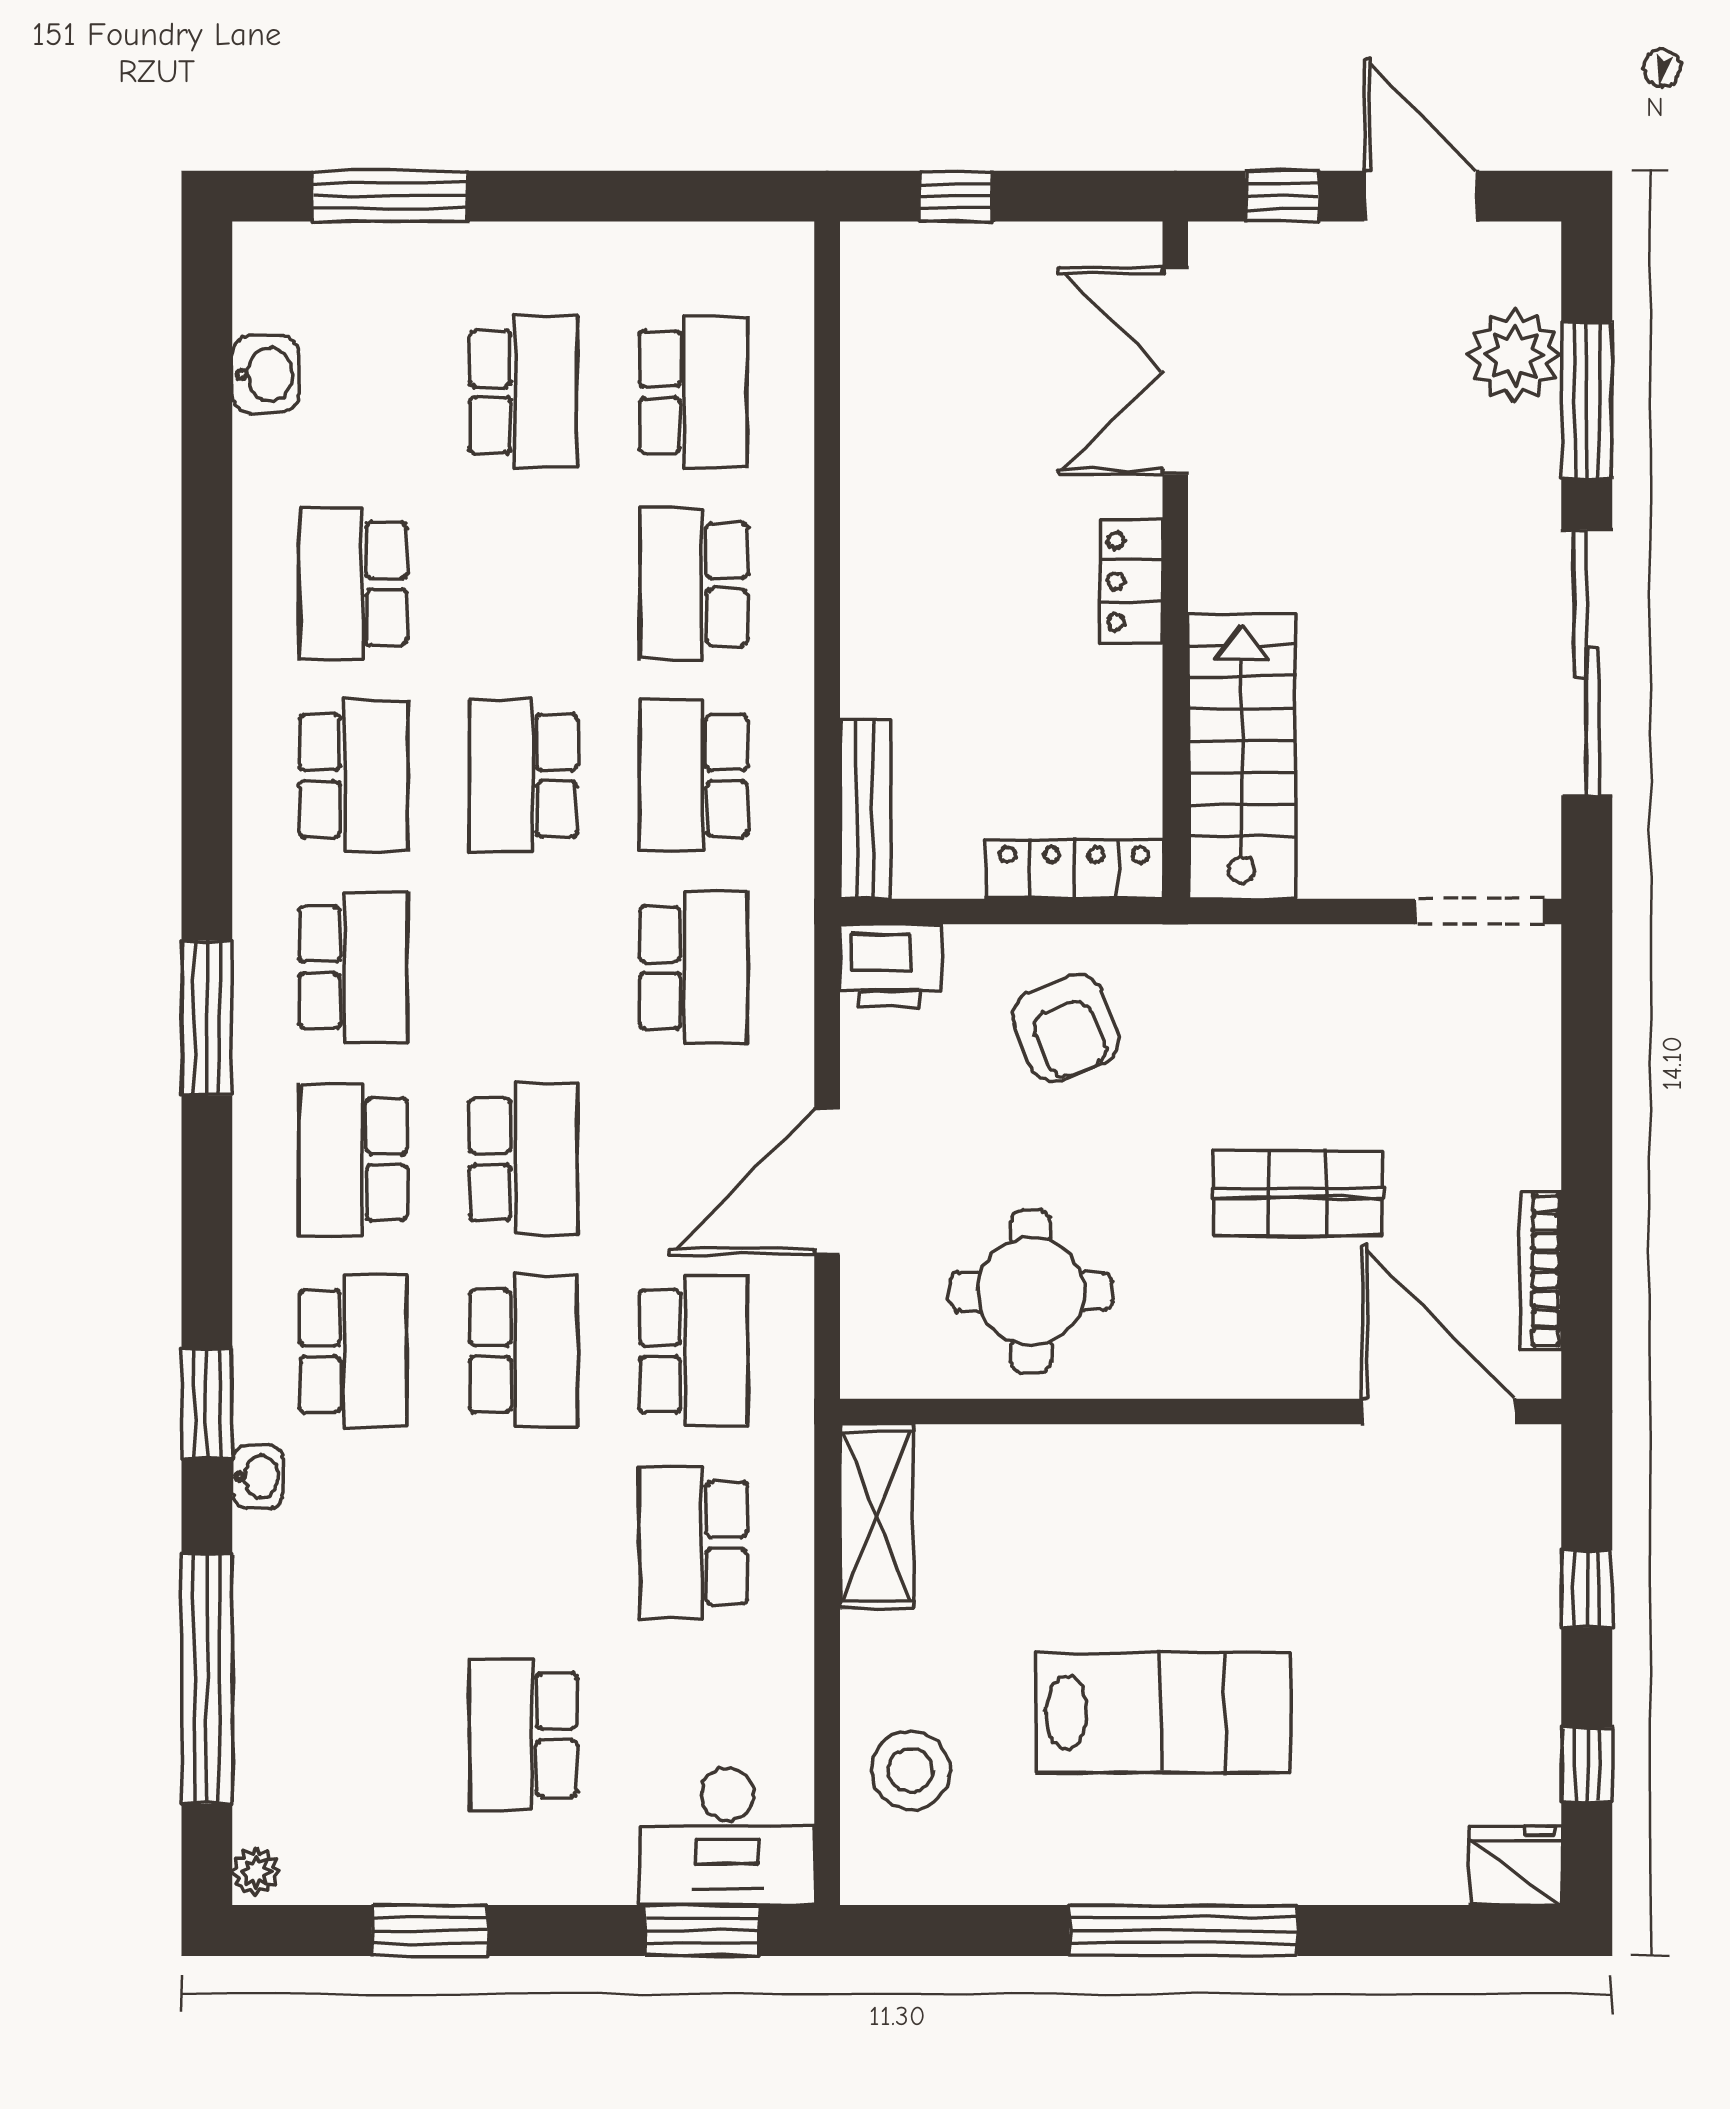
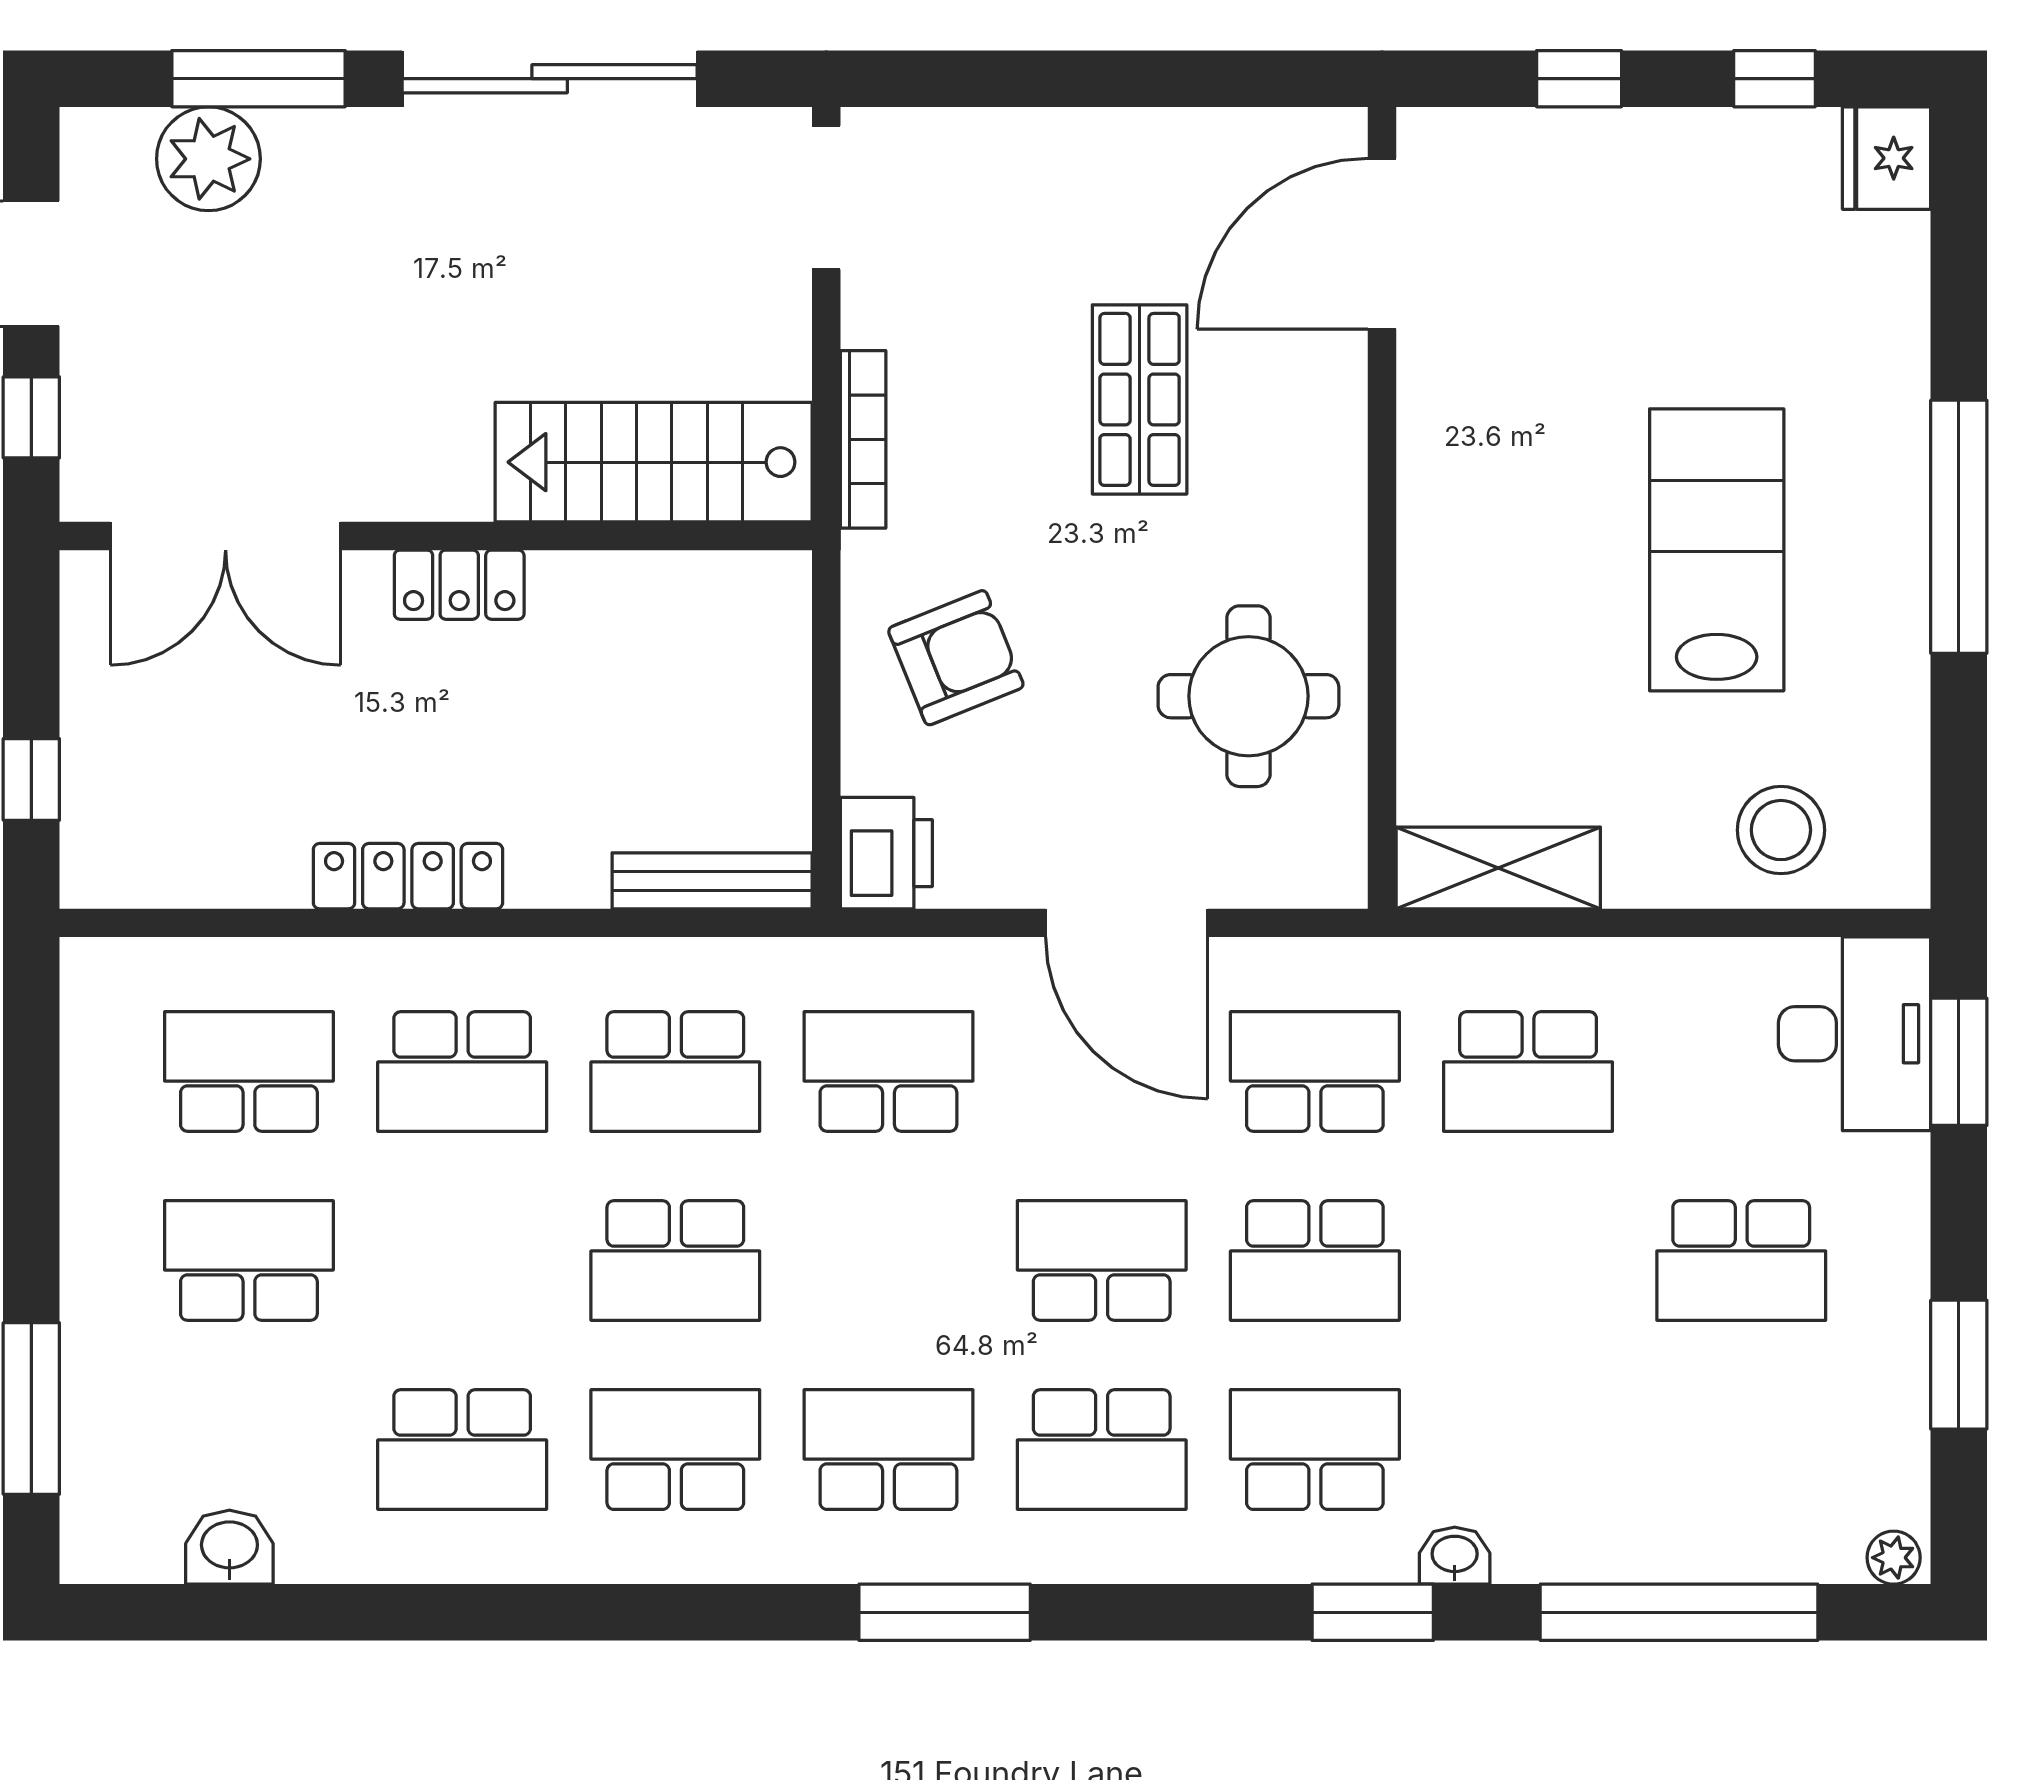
locker: (1074, 869) -> (408, 876), moved, turned 90
bookcase: (1541, 1270) -> (863, 439), moved, turned -90
school desk: (523, 1351) -> (1315, 1261), turned 180

